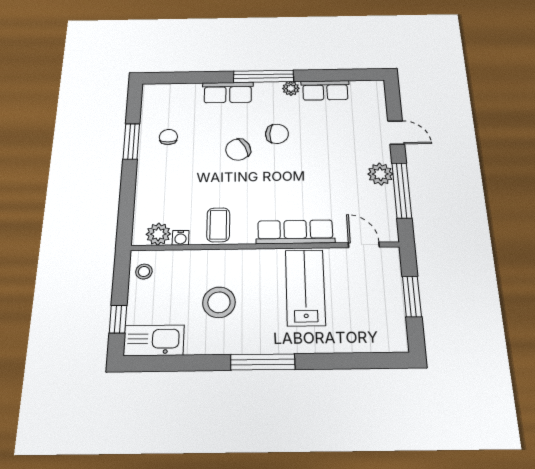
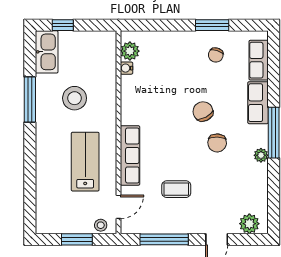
row of seats: (325, 90) -> (259, 60), moved
chair: (168, 137) -> (216, 55), turned 108
plant: (380, 174) -> (249, 224), moved
coffee table: (218, 225) -> (176, 189), moved
stool: (144, 272) -> (101, 225), moved
lab bench: (305, 287) -> (85, 162), turned -90
window: (263, 362) -> (30, 100), moved

